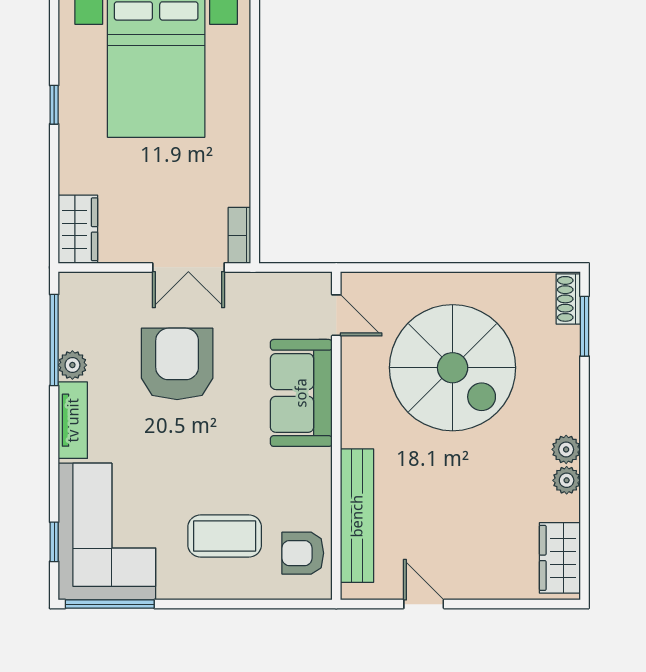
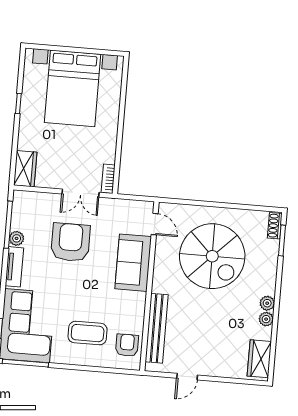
armchair: (303, 553) -> (127, 345), turned 90
door: (424, 604) -> (187, 377), swing flipped

